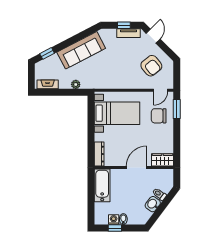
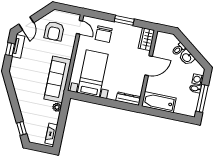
door: (153, 36) -> (26, 23), swing flipped
sofa: (81, 50) -> (58, 79), moved, turned -152
armchair: (151, 66) -> (54, 31), turned 129
window: (177, 109) -> (124, 20), moved
door: (136, 168) -> (149, 66), swing flipped
washing machine: (114, 220) -> (198, 79), moved
window: (115, 228) -> (202, 98), width x2.17

